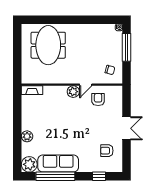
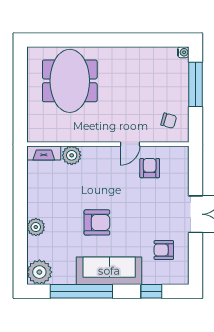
plant: (73, 92) -> (72, 155), moved
armchair: (65, 133) -> (97, 222), added
sofa: (58, 164) -> (109, 271), moved

